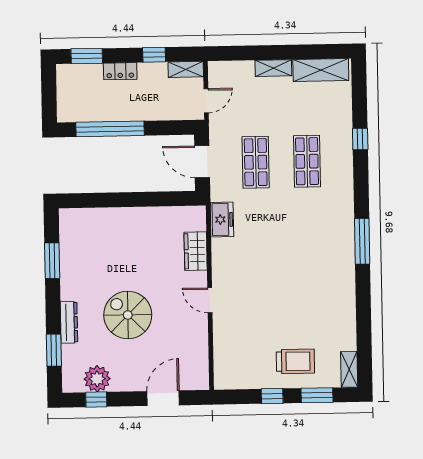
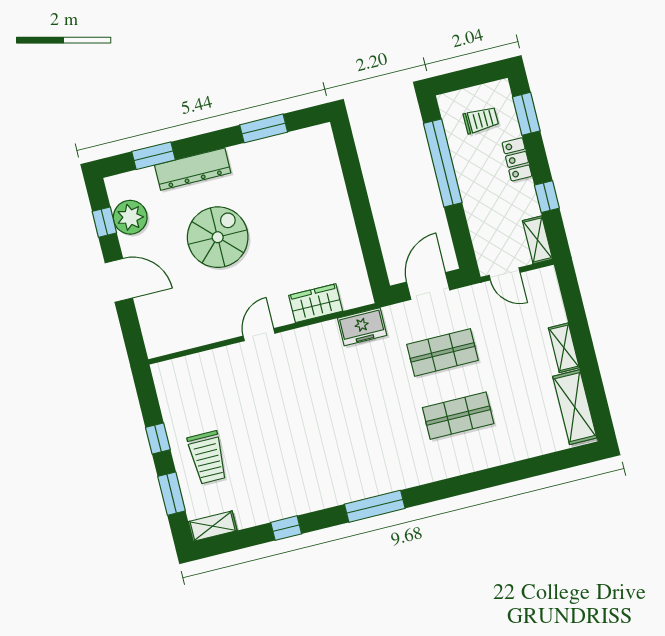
trolley: (84, 92) -> (481, 120), added
window: (360, 139) -> (286, 528), moved
dresser: (69, 322) -> (193, 169), width x1.37, depth x1.24
door: (163, 398) -> (119, 280), moved

